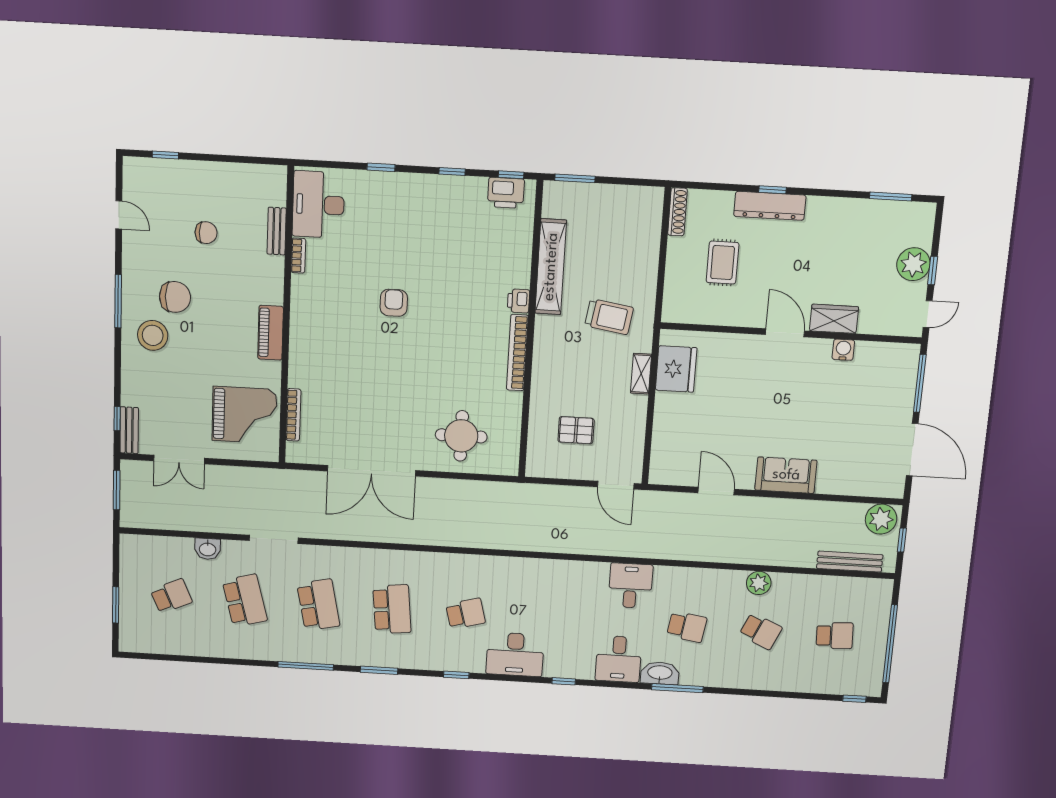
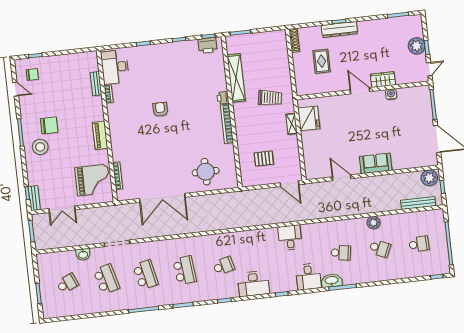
chair: (206, 233) -> (32, 75), moved
desk: (630, 586) -> (290, 238), moved

